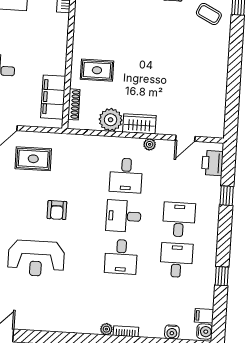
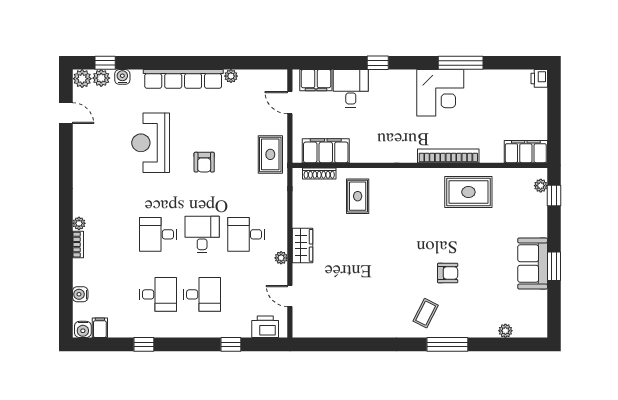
plant: (111, 120) -> (305, 214), removed
rug: (33, 159) -> (270, 154), moved
armchair: (57, 210) -> (204, 162), turned -90

